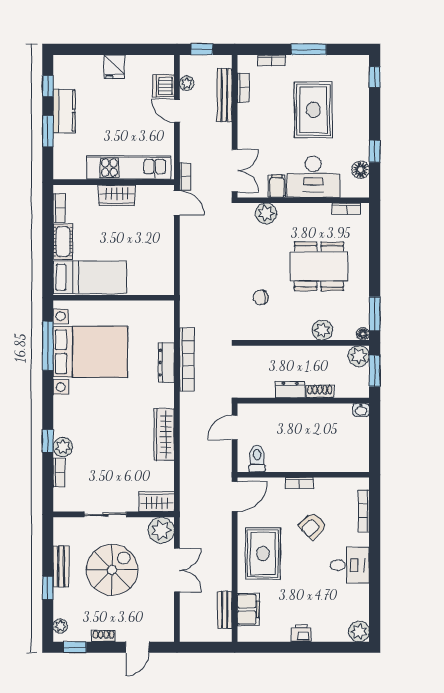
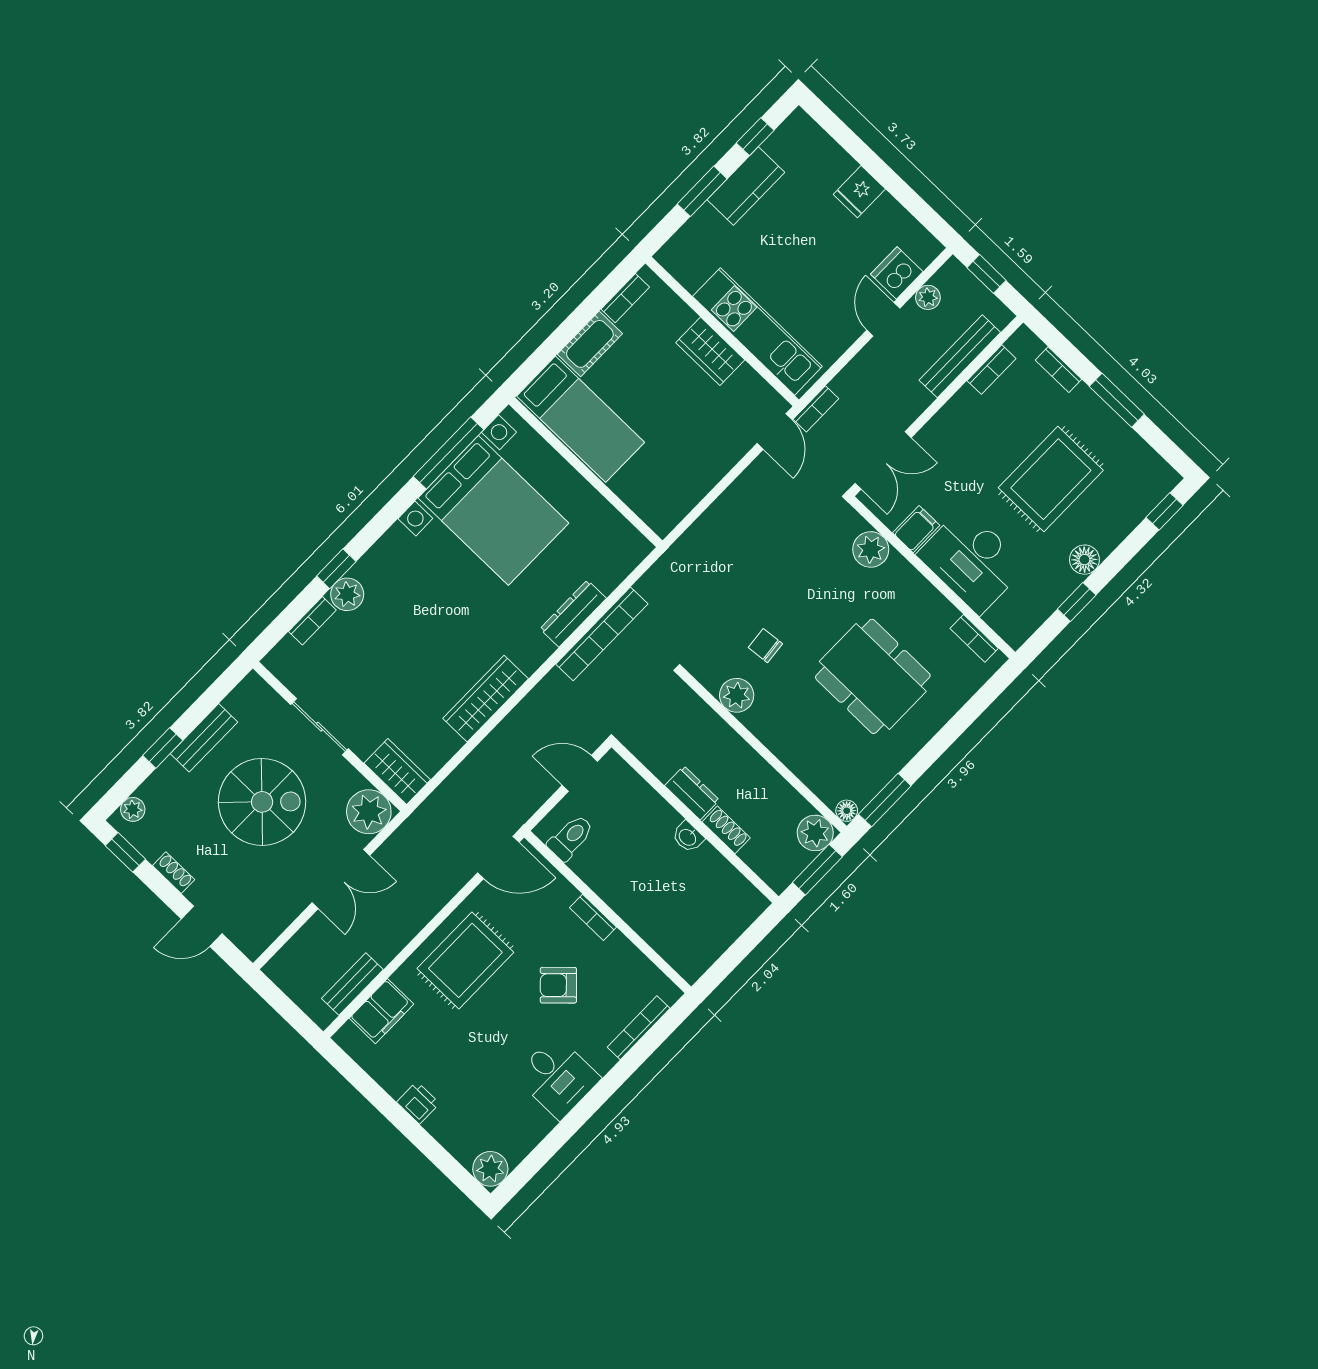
floor lamp: (361, 170) -> (1084, 560), moved
plant: (322, 330) -> (737, 695), moved
washbasin: (361, 410) -> (688, 837), moved

